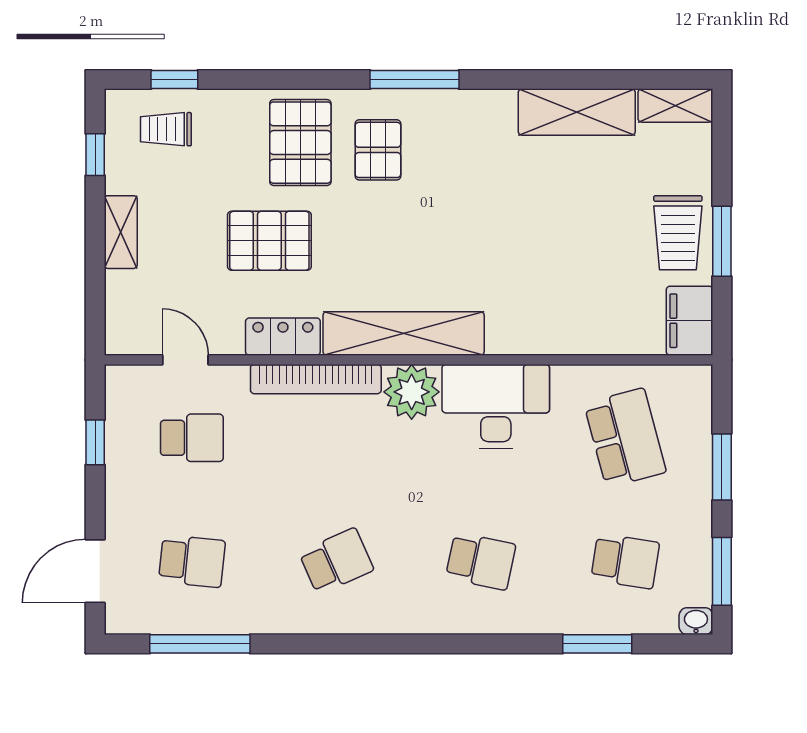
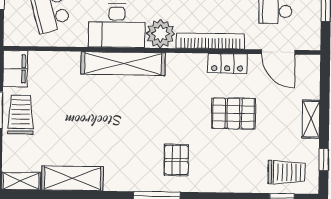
trolley: (166, 129) -> (287, 172), width x1.36, depth x1.39
pallet: (300, 143) -> (217, 164), removed
shelving: (404, 333) -> (123, 64), moved
door: (185, 360) -> (278, 52), width x1.38

